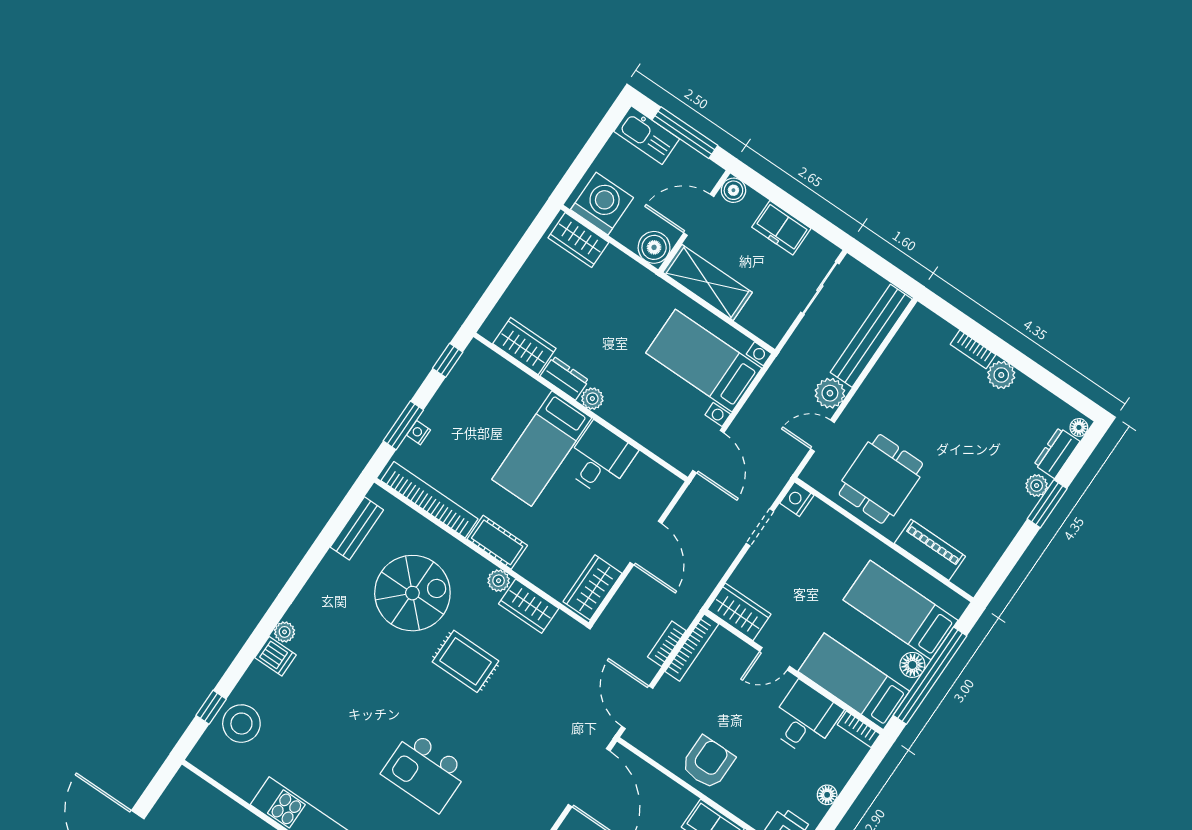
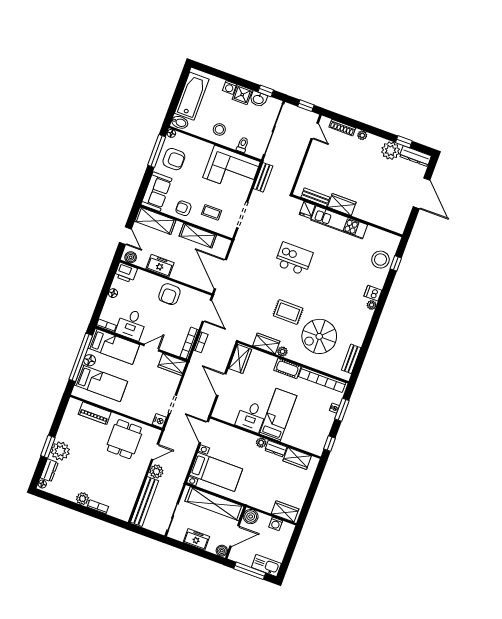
washing machine: (602, 204) -> (276, 524), width x0.53, depth x0.53
shelving: (707, 282) -> (215, 504), width x1.47
plant: (1037, 486) -> (60, 451), width x1.87, depth x1.87

